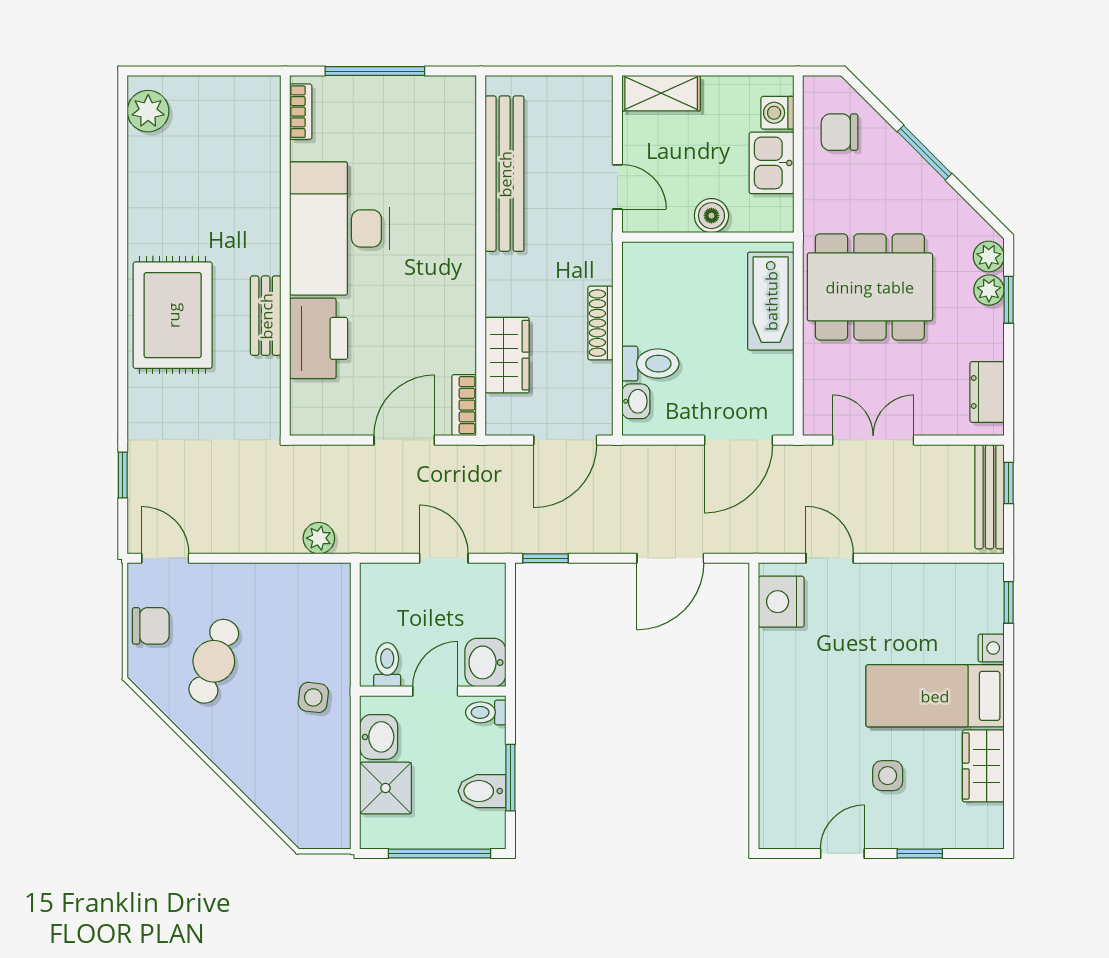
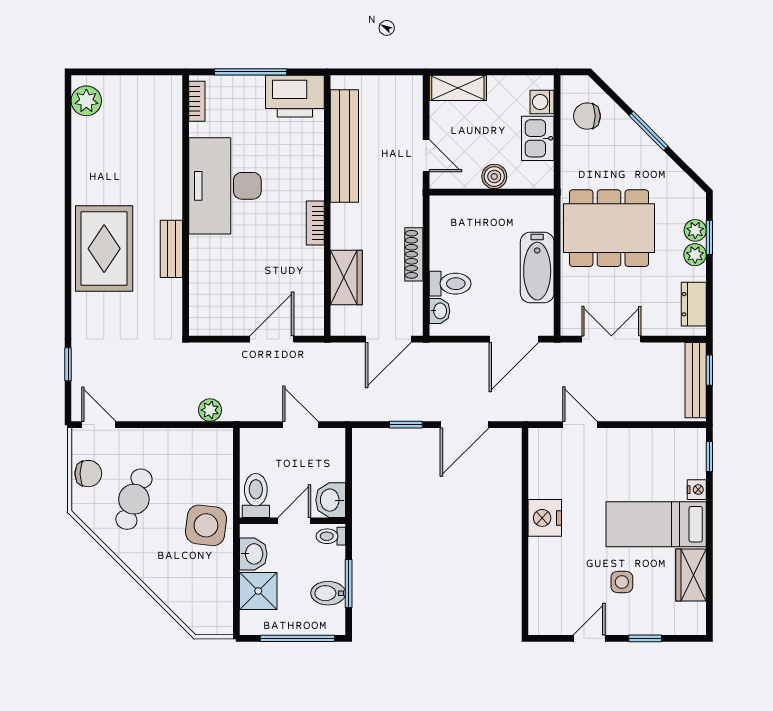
plant: (989, 256) -> (695, 255), moved
bathtub: (771, 301) -> (537, 268), moved
printer: (319, 338) -> (295, 96), moved, turned 90
bookcase: (464, 405) -> (315, 223), moved
window: (545, 558) -> (406, 425), moved
nightstand: (781, 602) -> (545, 518), moved
toilet: (387, 665) -> (256, 495), width x1.37, depth x1.39
side table: (313, 697) -> (206, 525), width x1.87, depth x1.87

